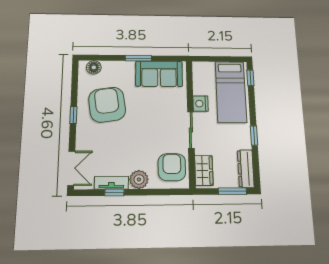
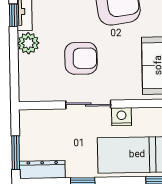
armchair: (172, 167) -> (81, 58), moved
wardrobe: (204, 170) -> (40, 119), removed

